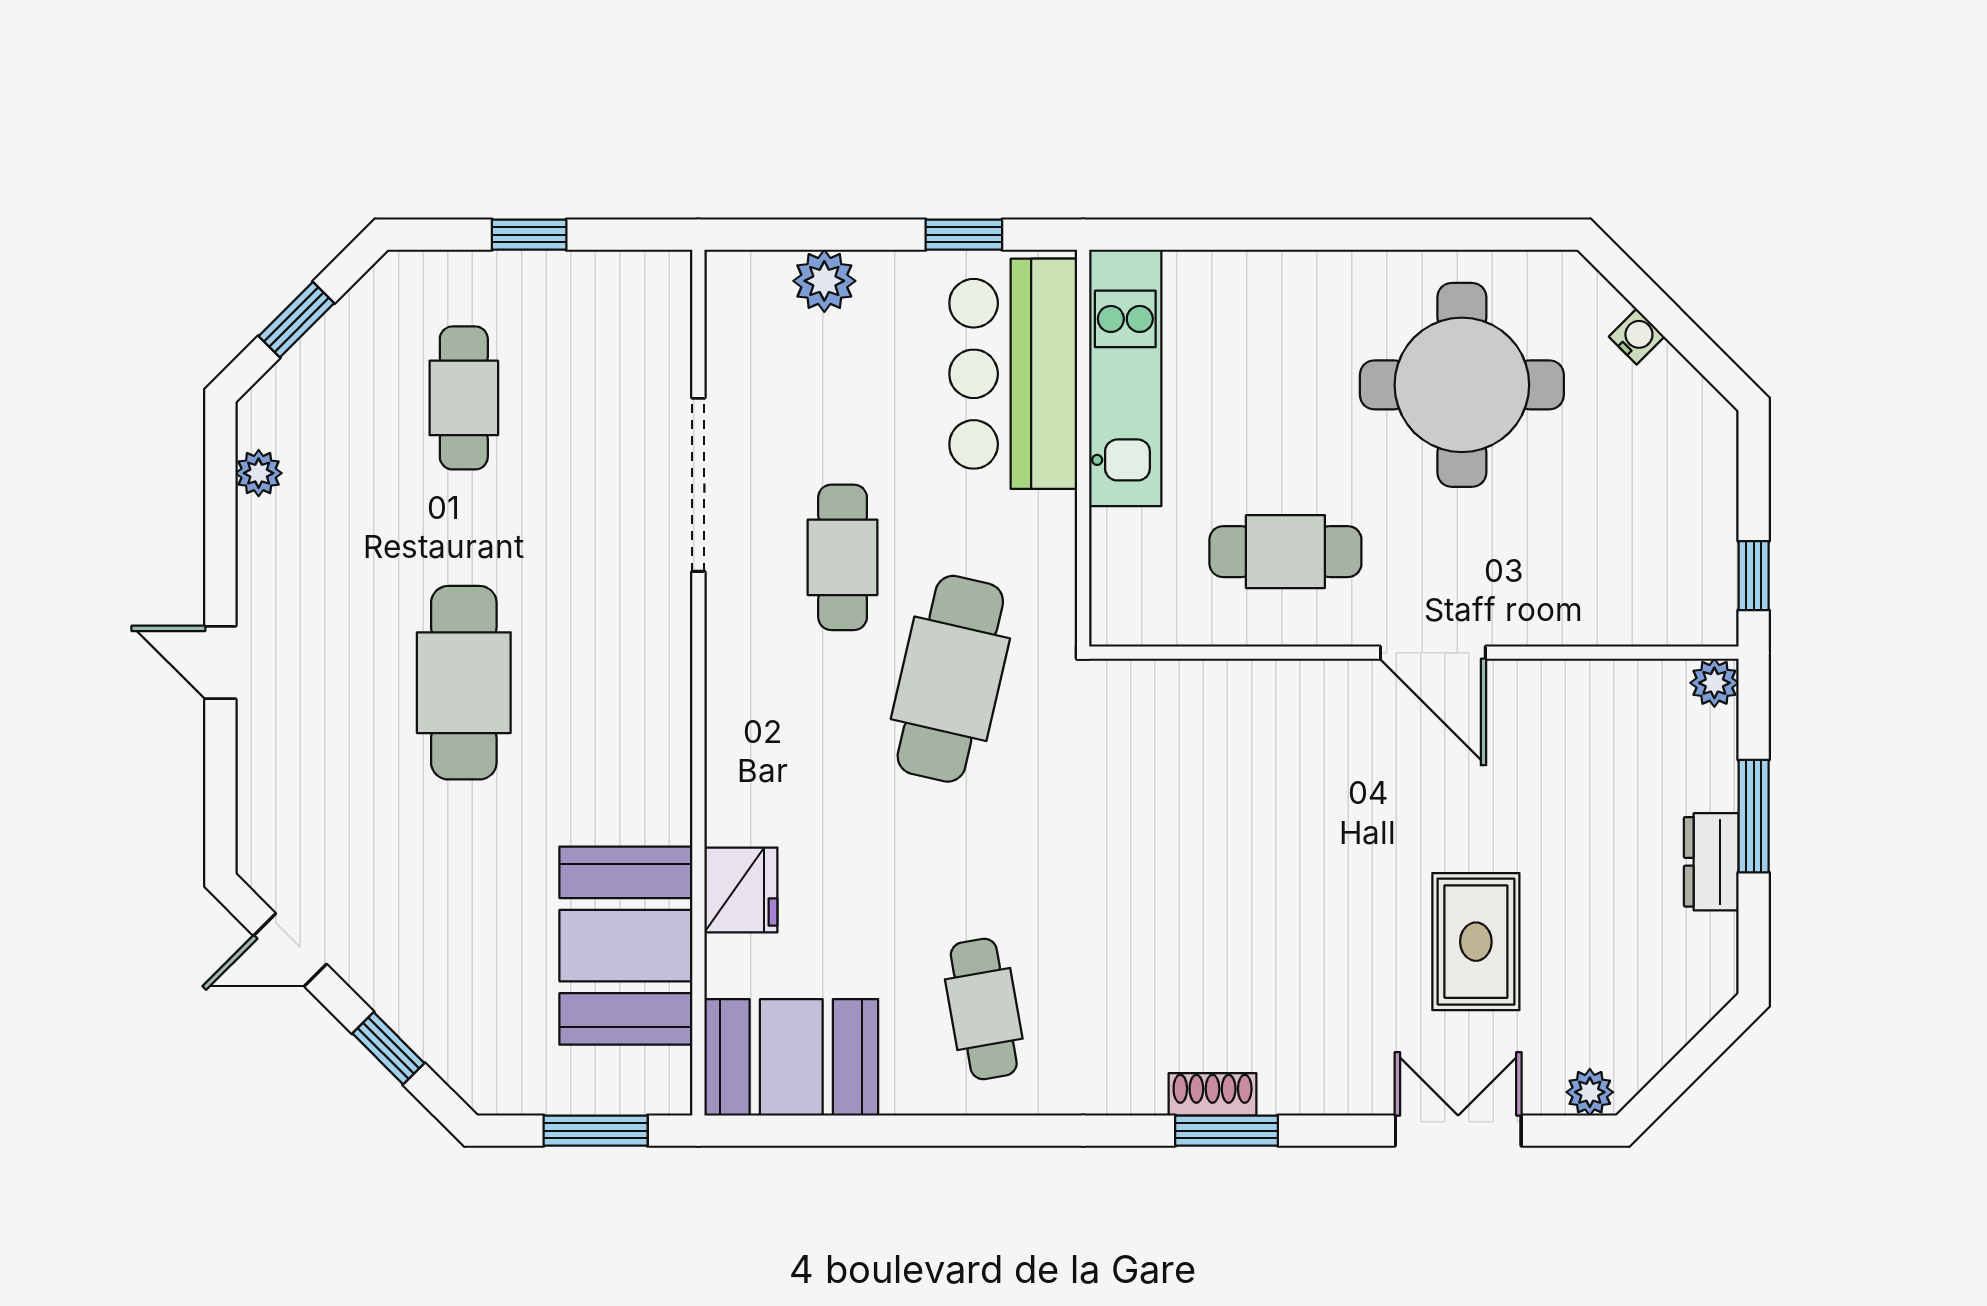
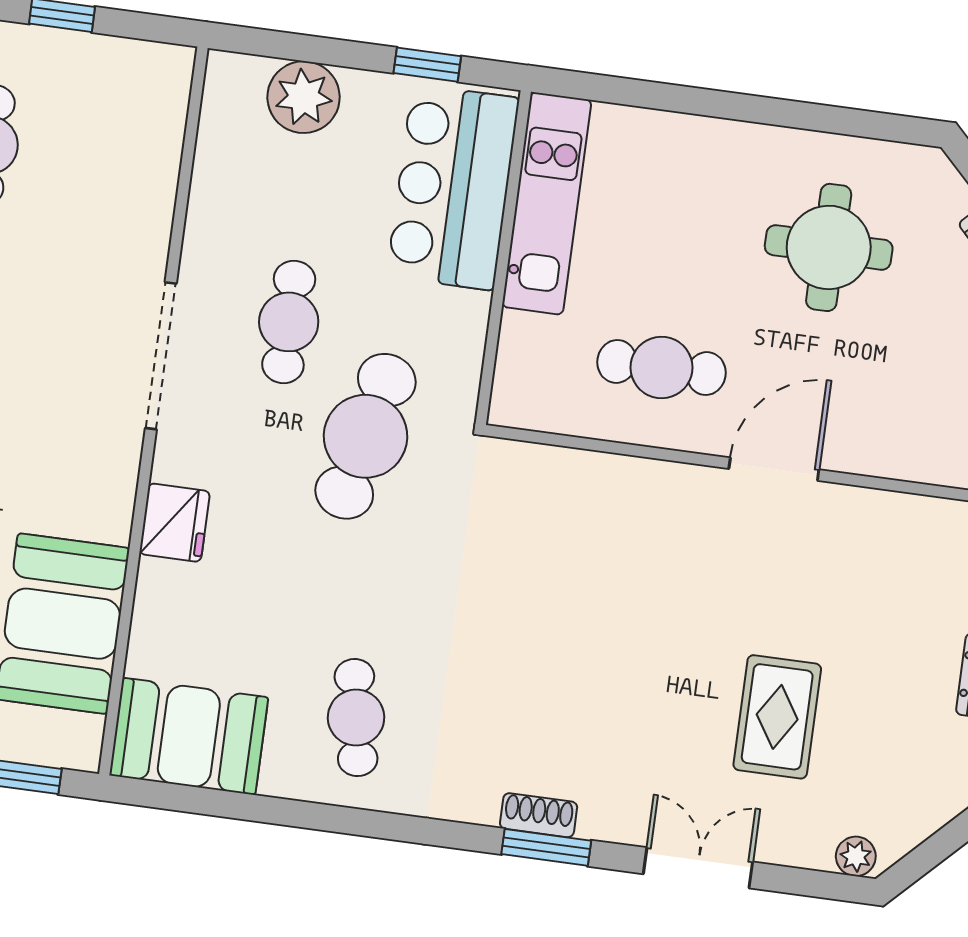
plant: (824, 281) -> (304, 97), width x1.36, depth x1.36
round table: (1462, 385) -> (829, 247), width x0.73, depth x0.73
doorway: (698, 485) -> (161, 356), moved
door: (1433, 653) -> (774, 469), swing flipped
fridge: (741, 890) -> (175, 523), moved
double door: (1458, 1131) -> (698, 868), moved

